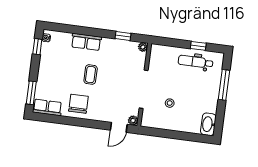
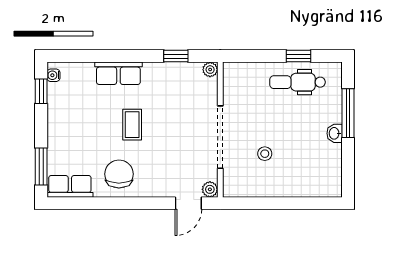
washbasin: (208, 124) -> (335, 133), moved, width x0.52, depth x0.69

